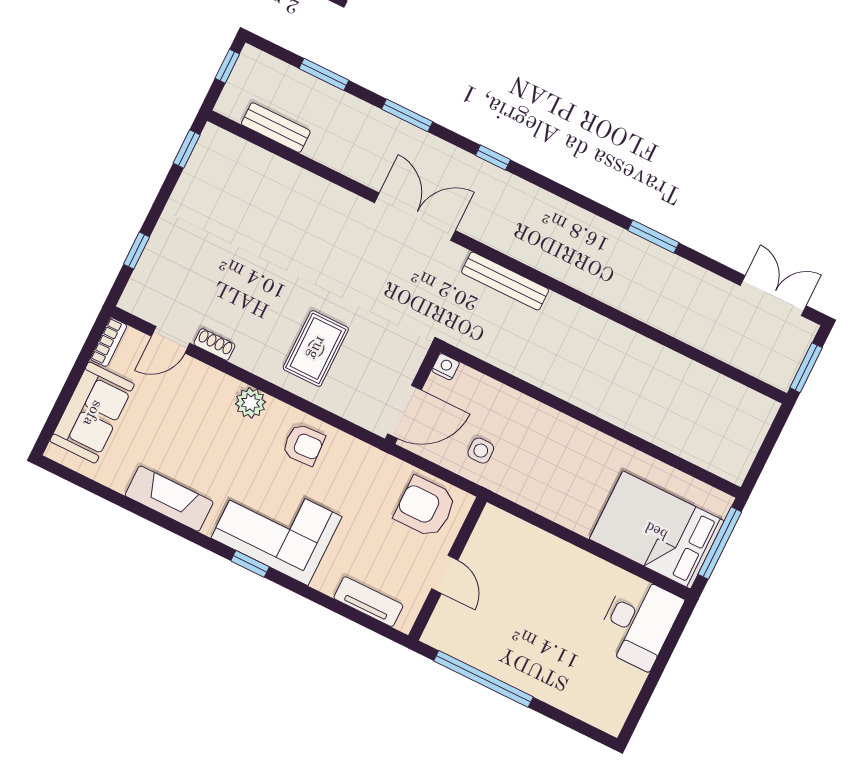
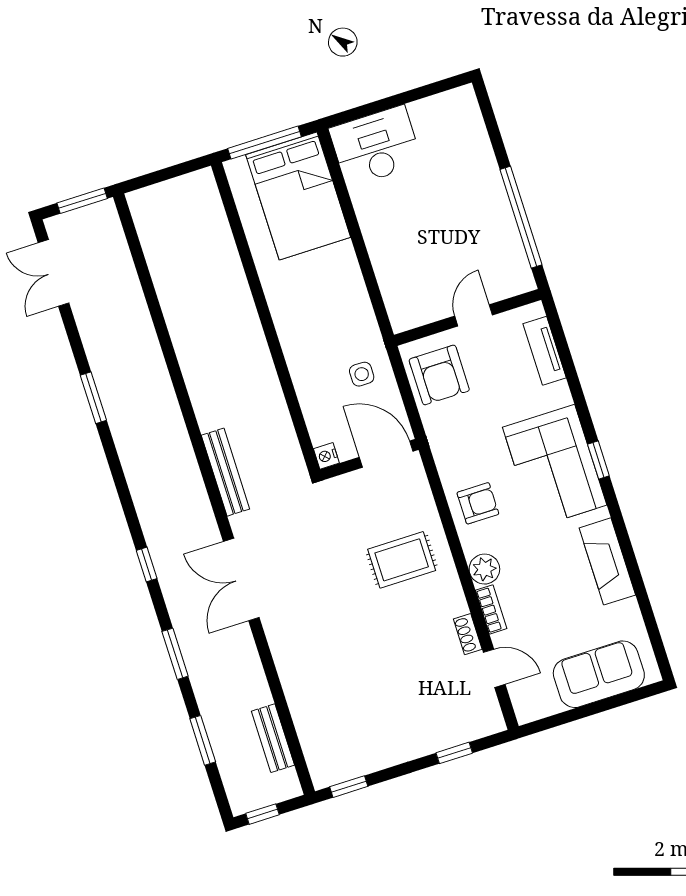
bookcase: (109, 342) -> (491, 609), moved, turned 90
armchair: (303, 445) -> (478, 503), turned 93

